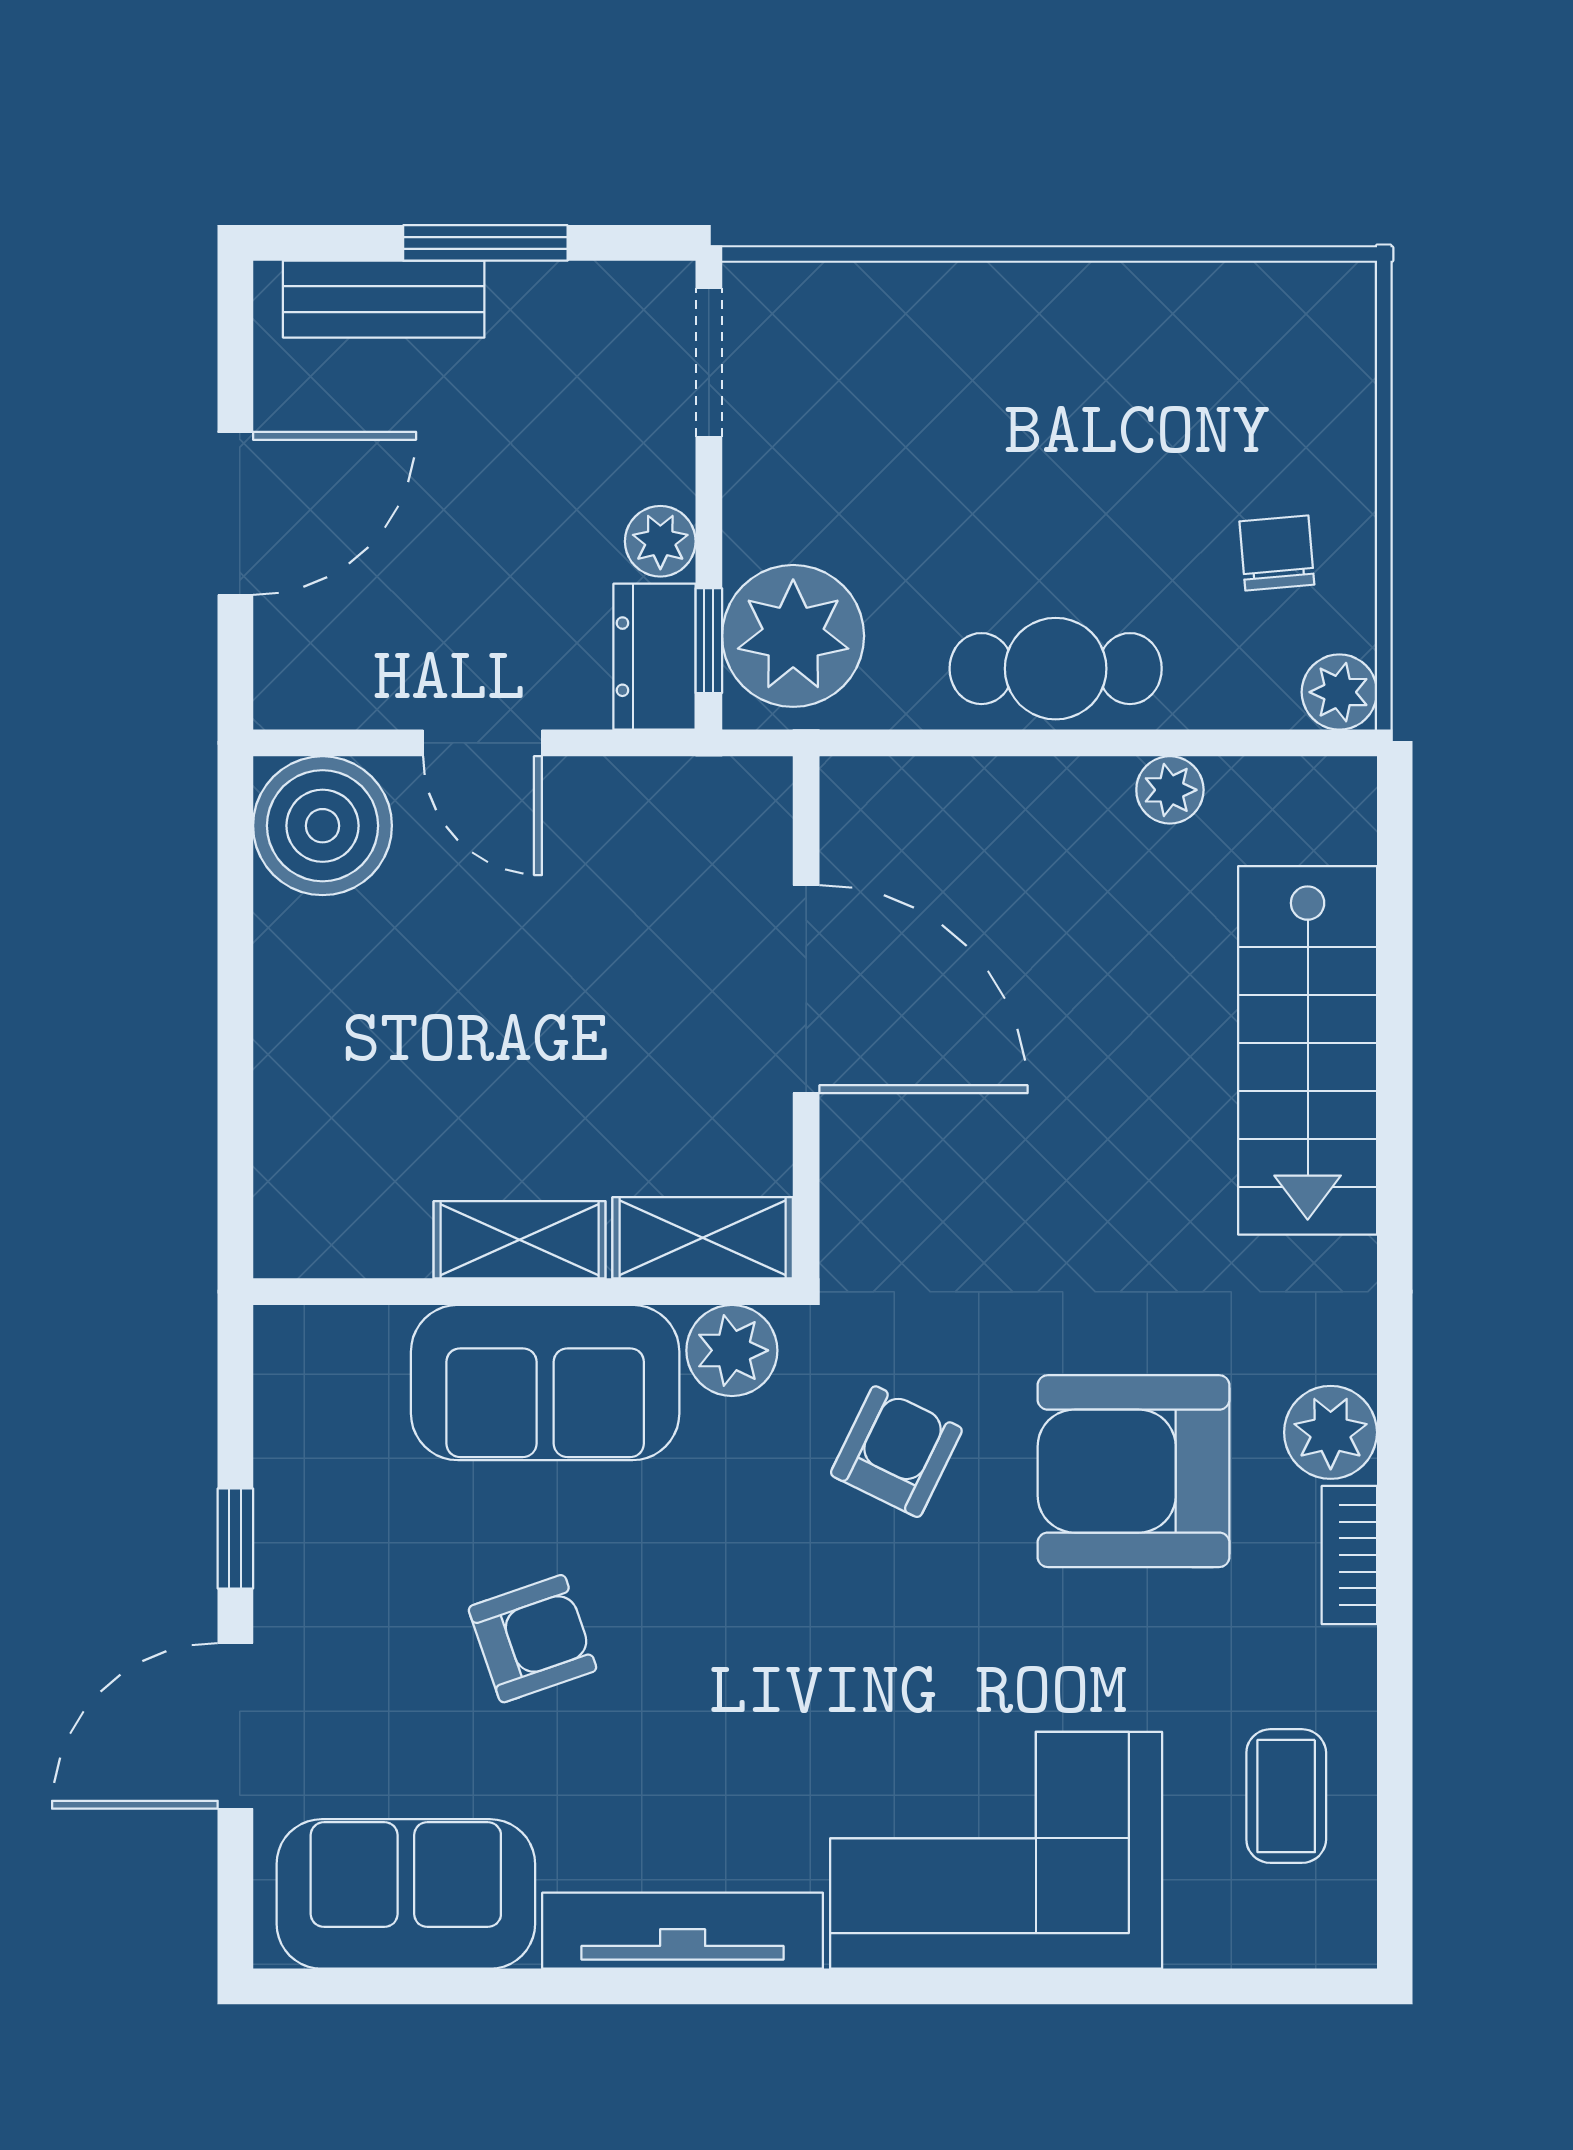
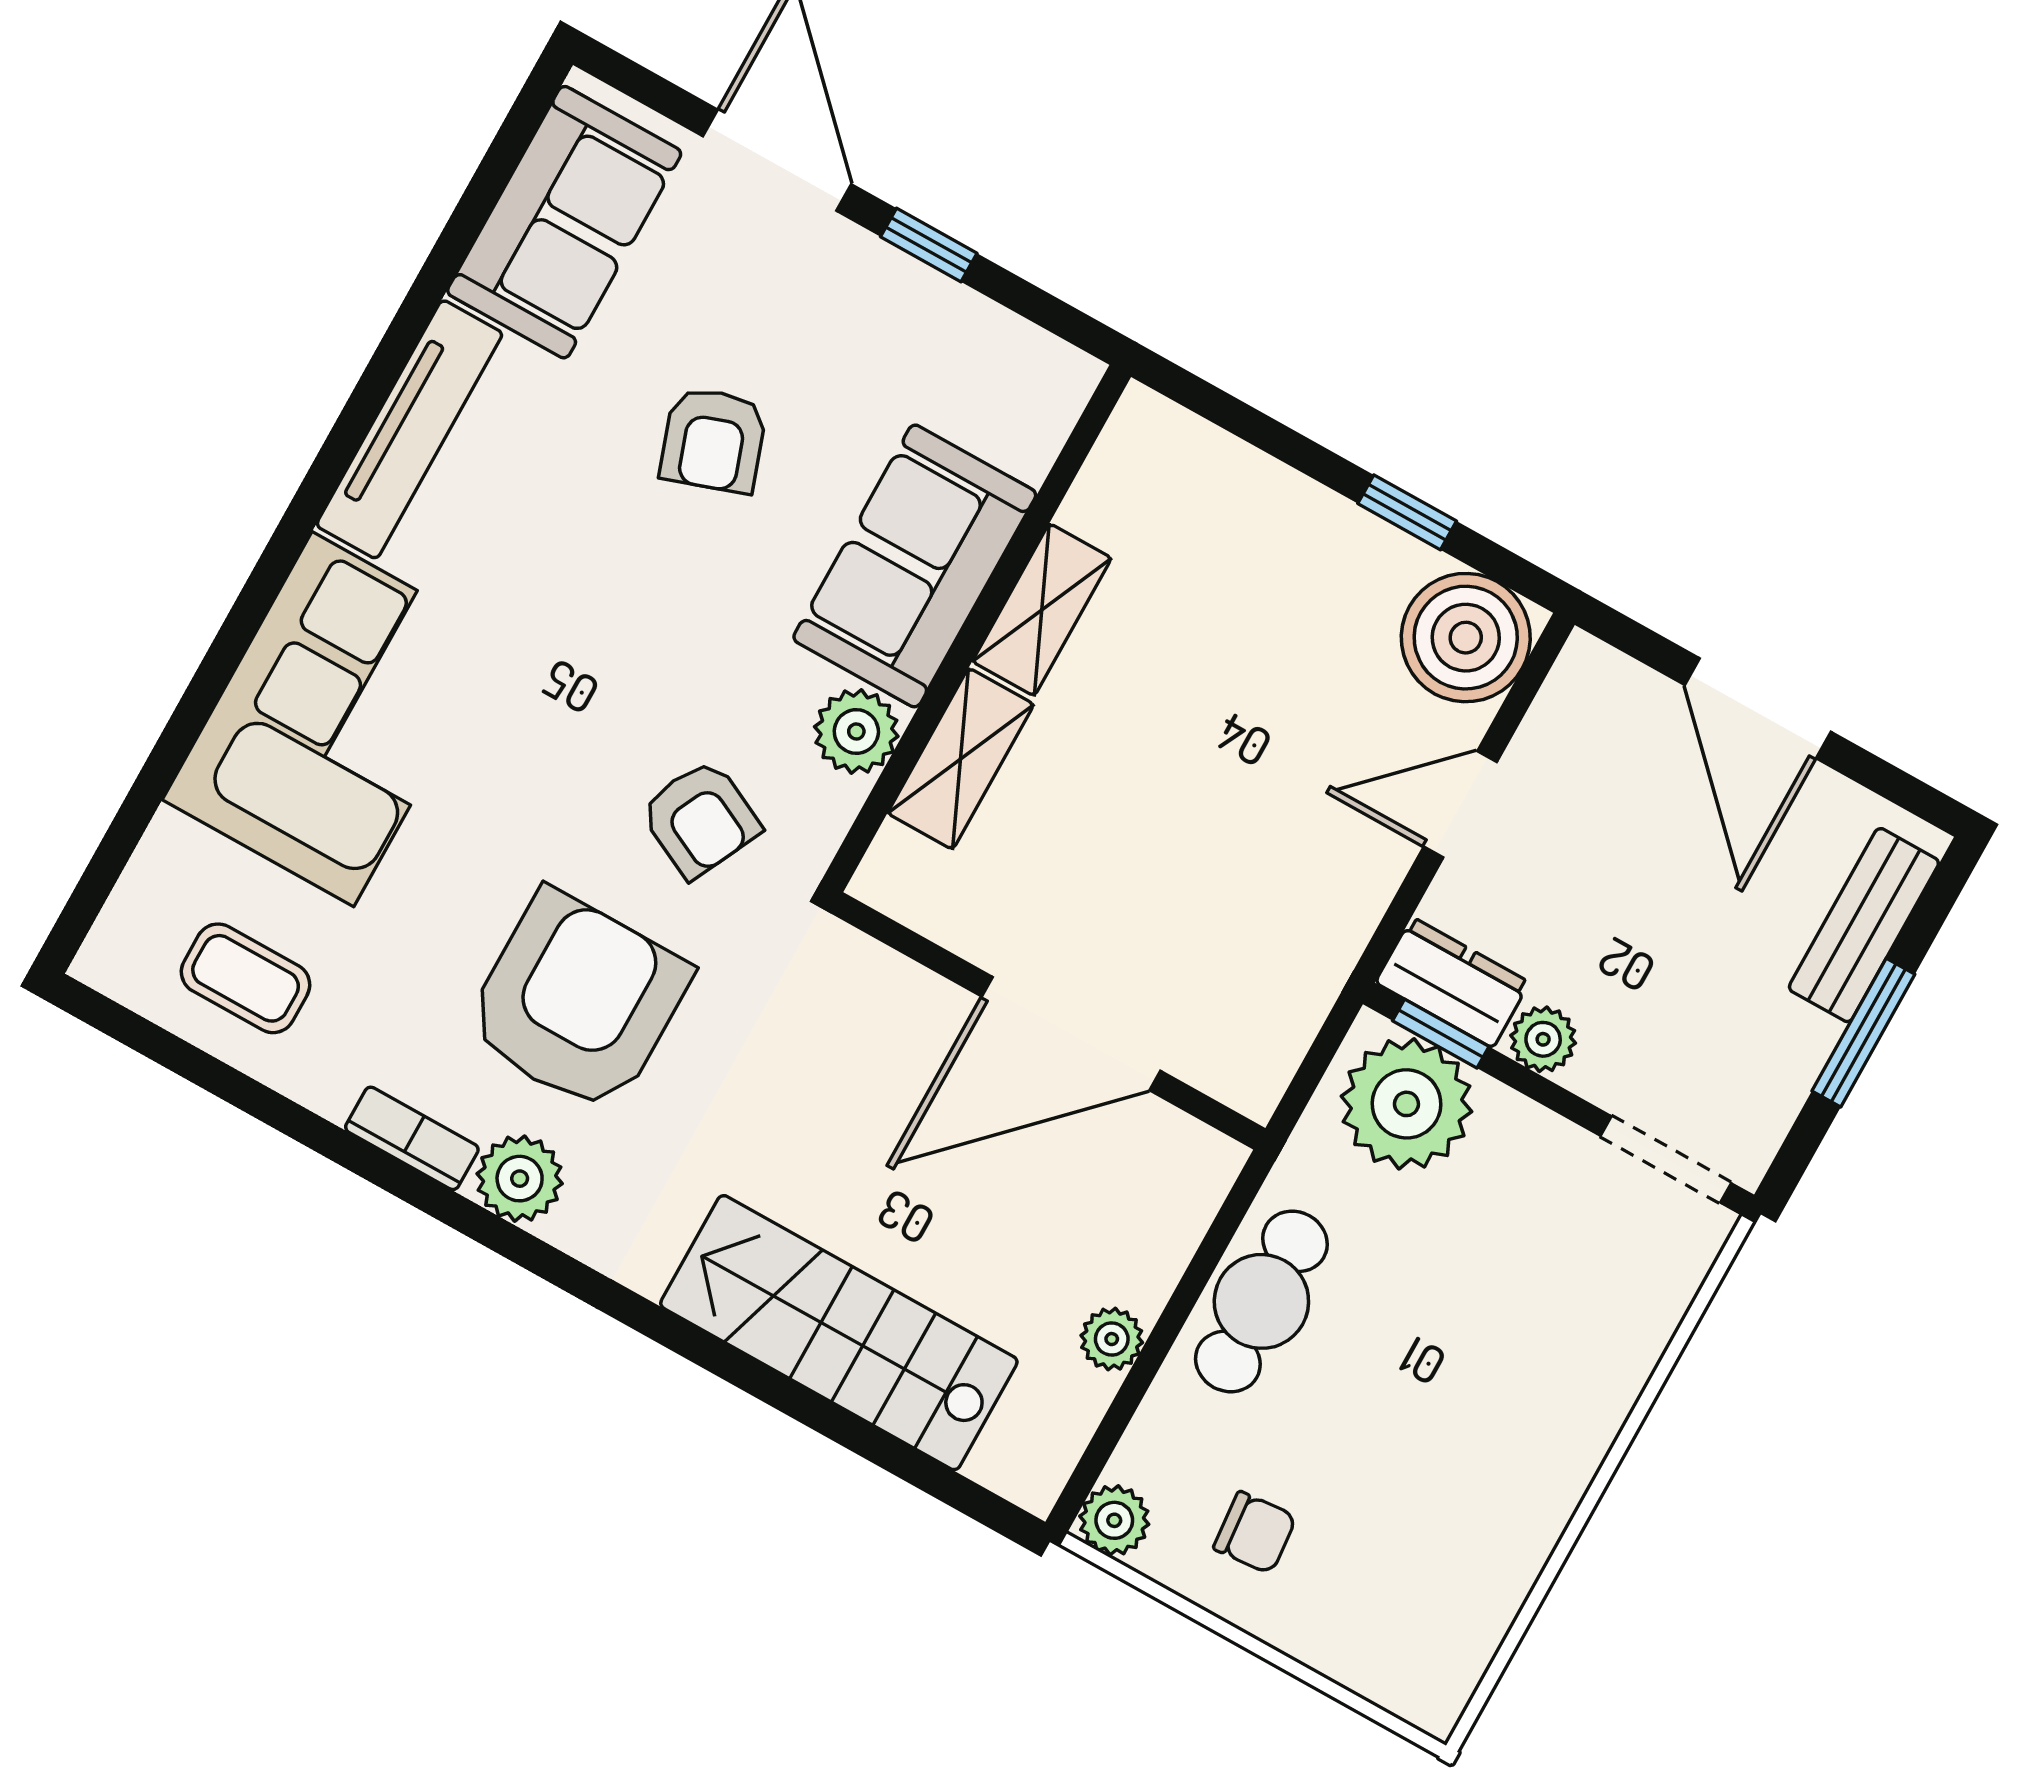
window: (235, 947) -> (1407, 512), added
door: (806, 989) -> (1071, 1034), moved
wall: (806, 1017) -> (1048, 1021), moved

